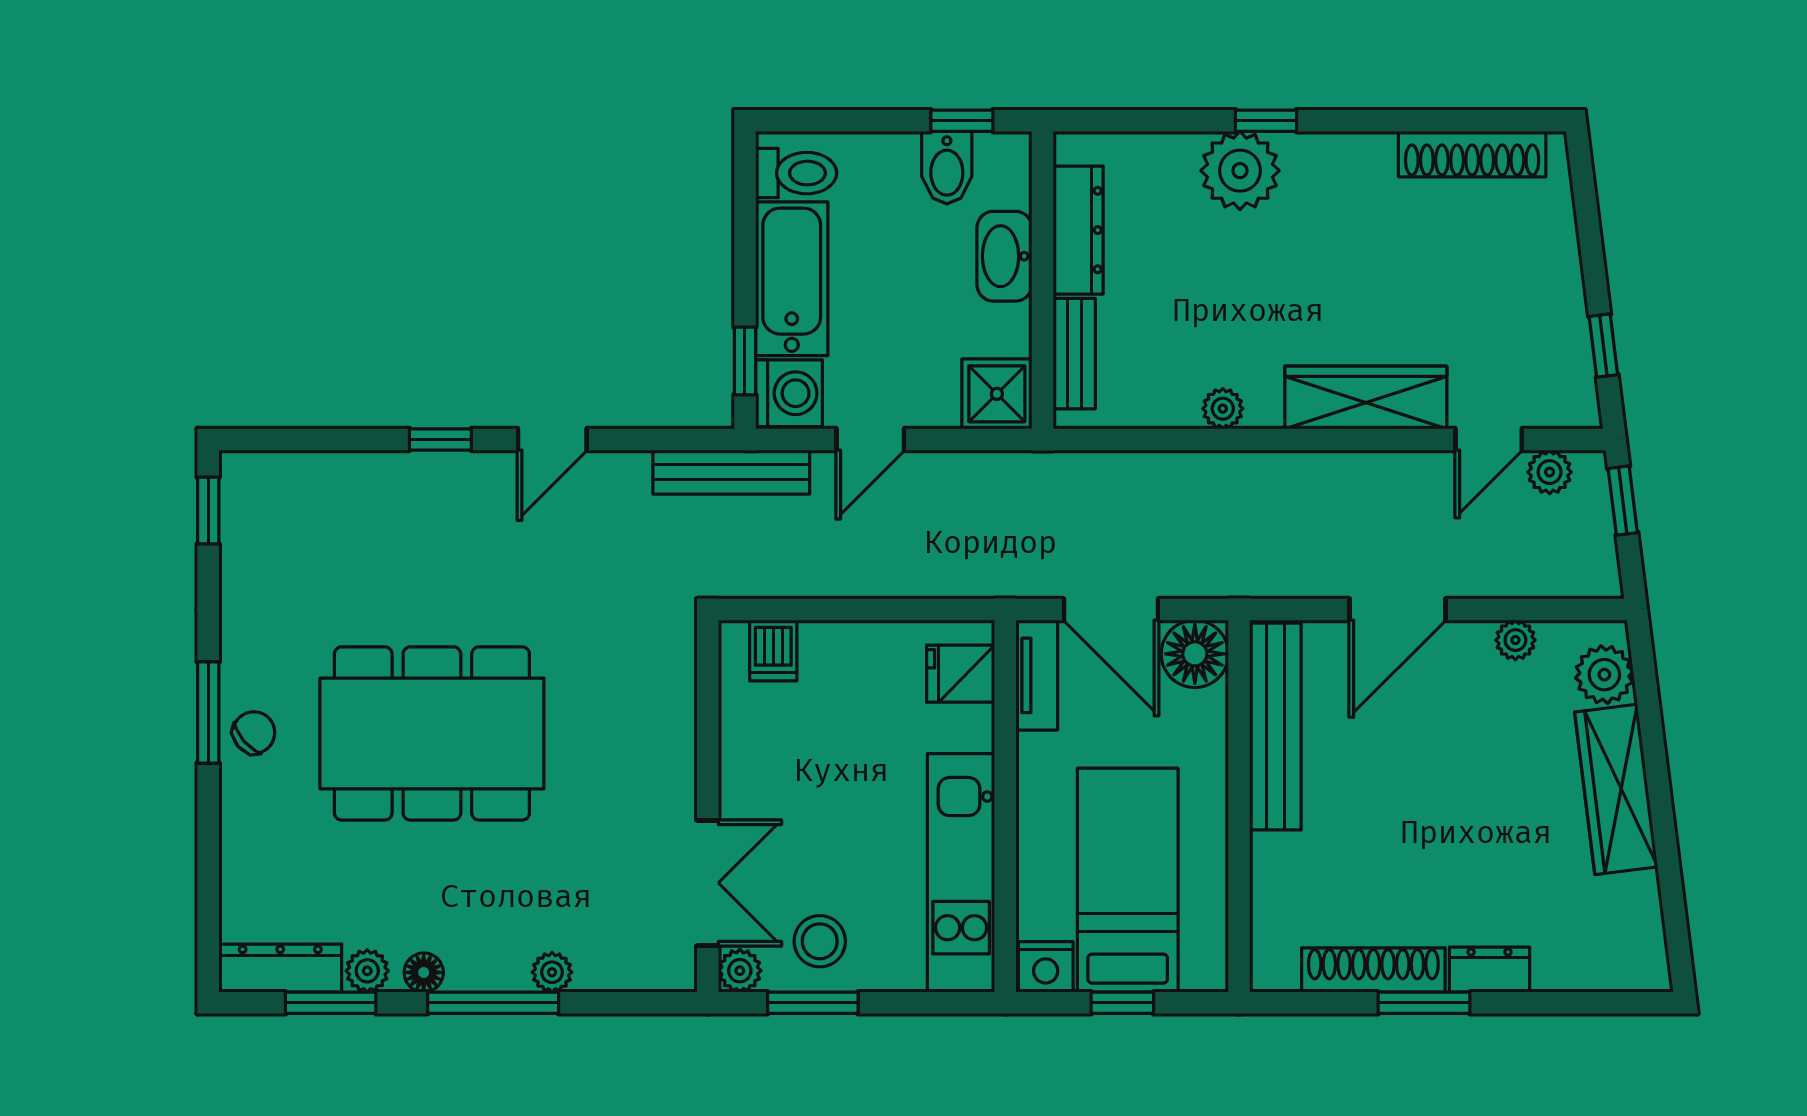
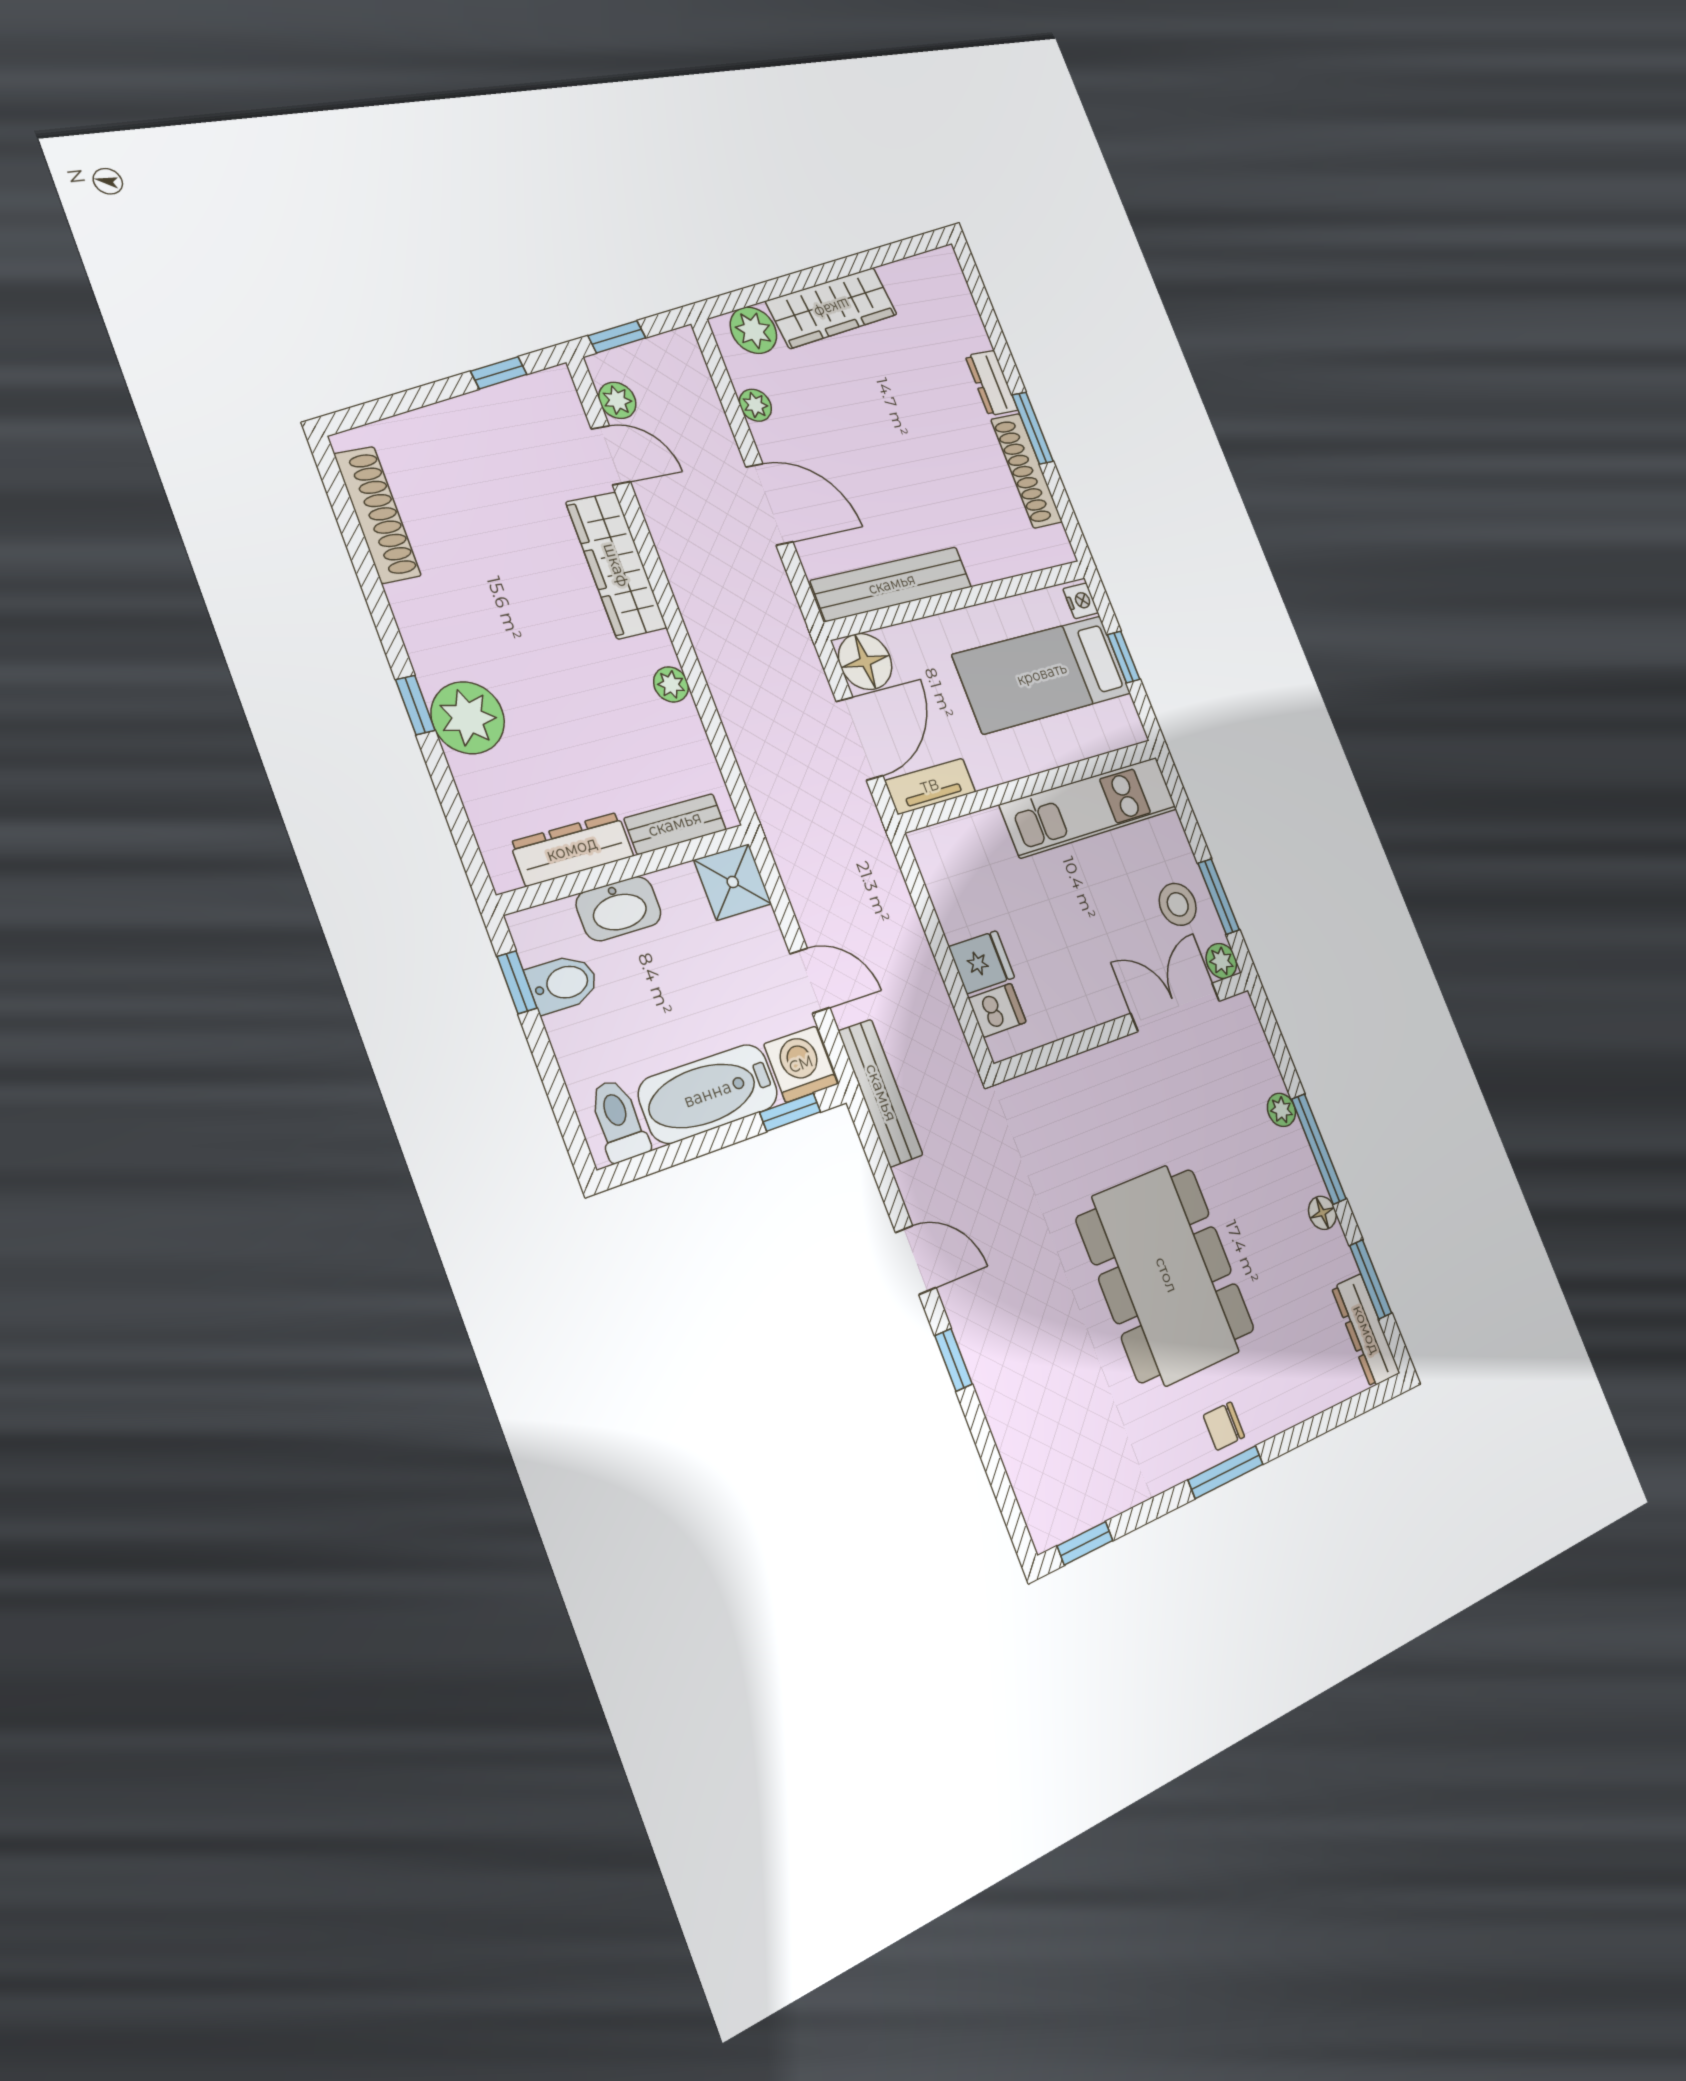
fridge: (961, 674) -> (982, 962), moved, turned -90
chair: (254, 733) -> (1224, 1426), turned -49
nightstand: (1046, 967) -> (1081, 601), moved, width x0.72, depth x0.74
plant: (367, 971) -> (1339, 1259), removed

